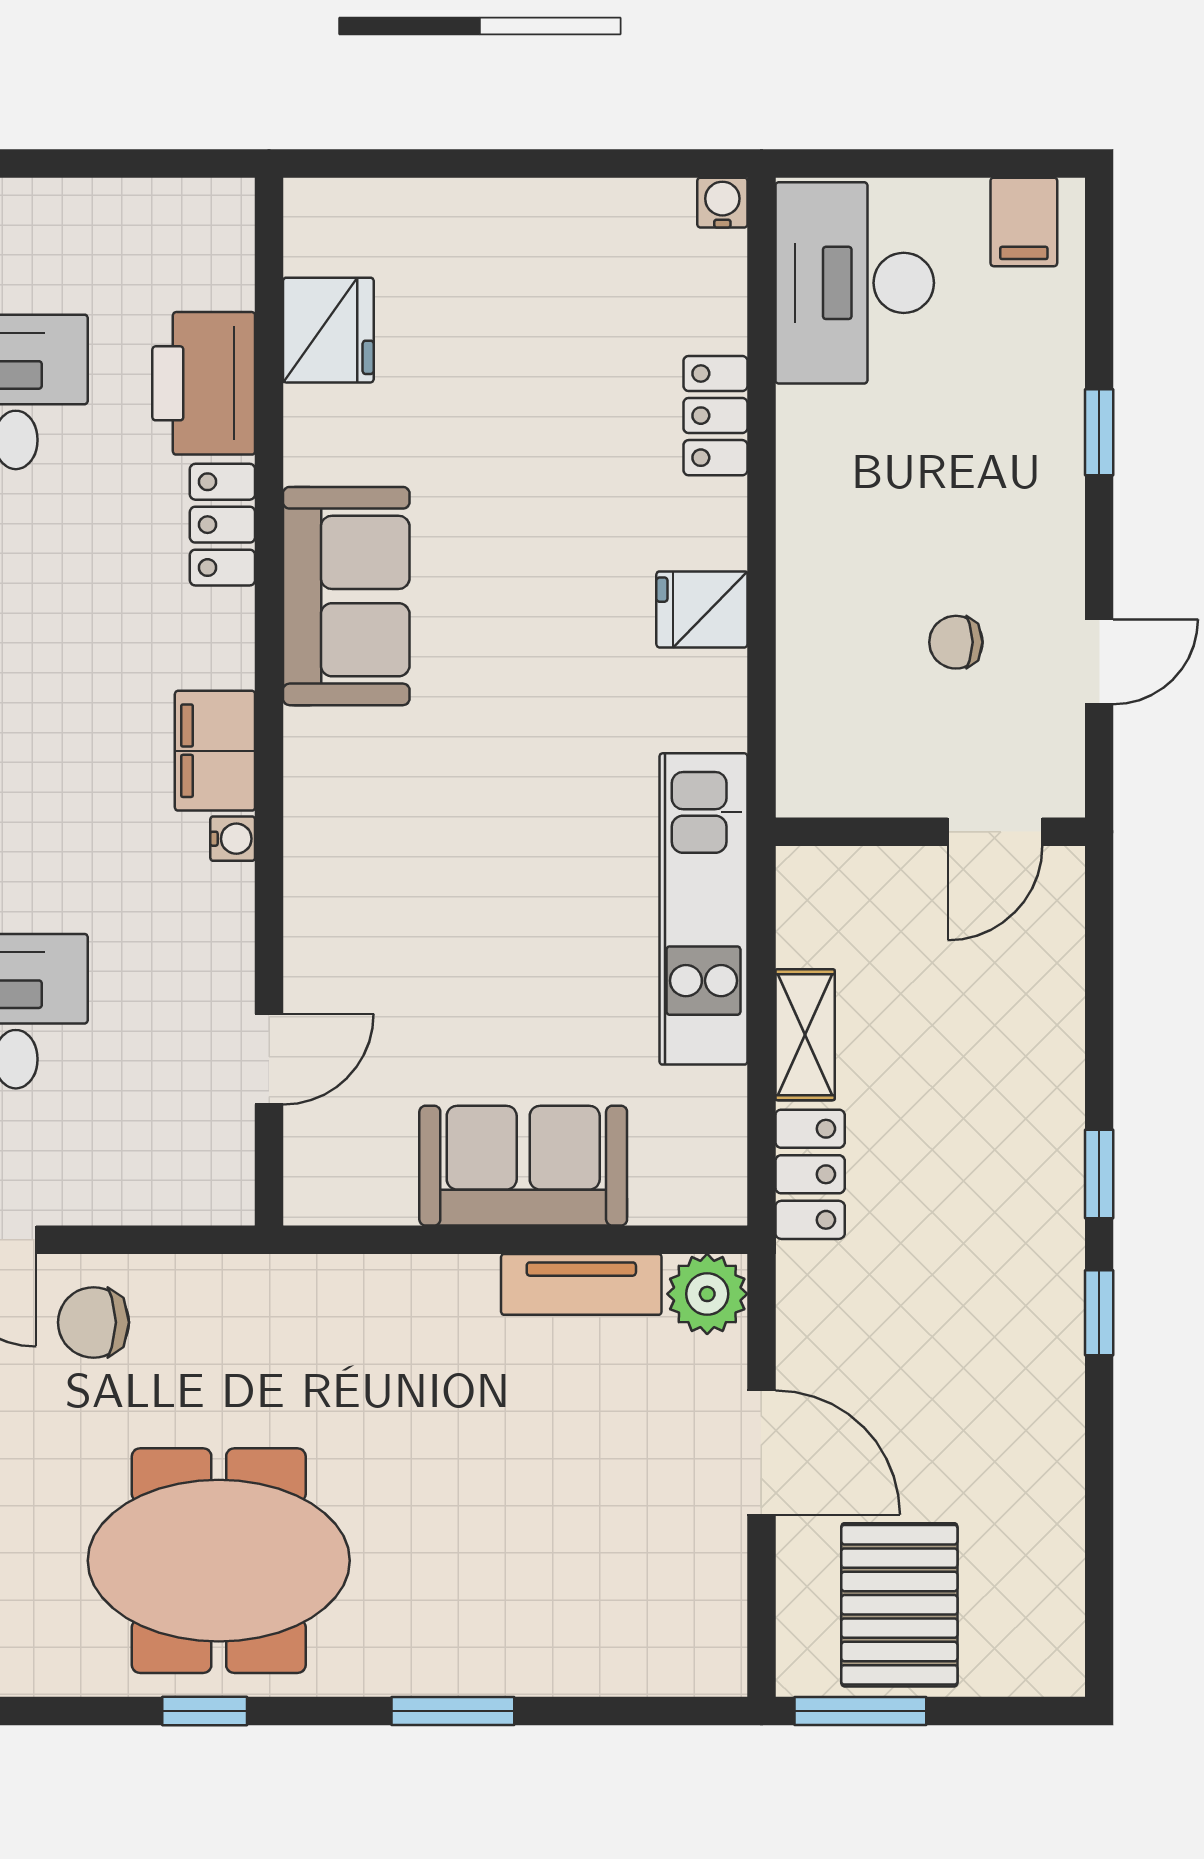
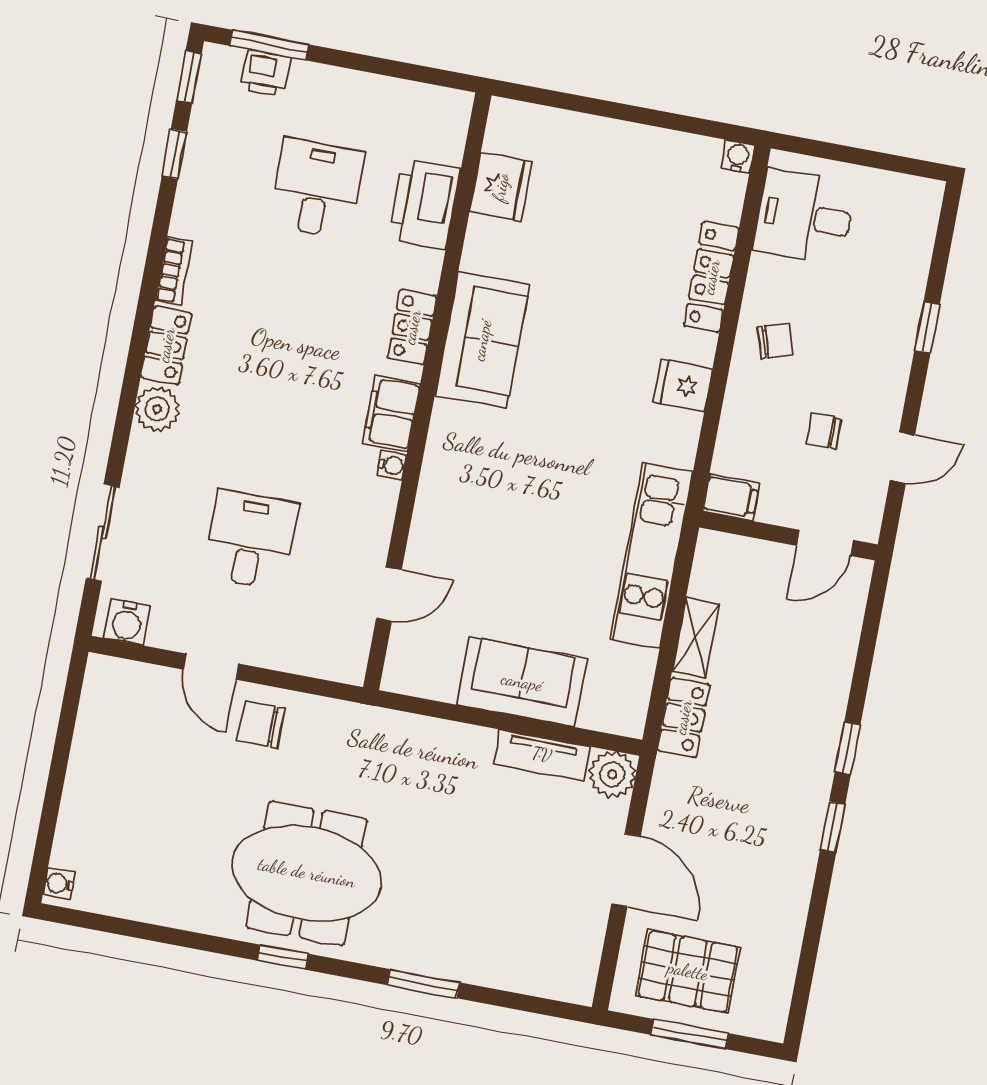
filing cabinet: (1024, 222) -> (731, 497), moved, turned -90
desk: (855, 283) -> (804, 216), width x0.73
locker: (715, 416) -> (711, 277), width x1.53
chair: (845, 505) -> (775, 341), added
locker: (222, 525) -> (412, 327), moved
pallet: (899, 1605) -> (688, 971), turned 90
window: (860, 1711) -> (690, 1034), moved

